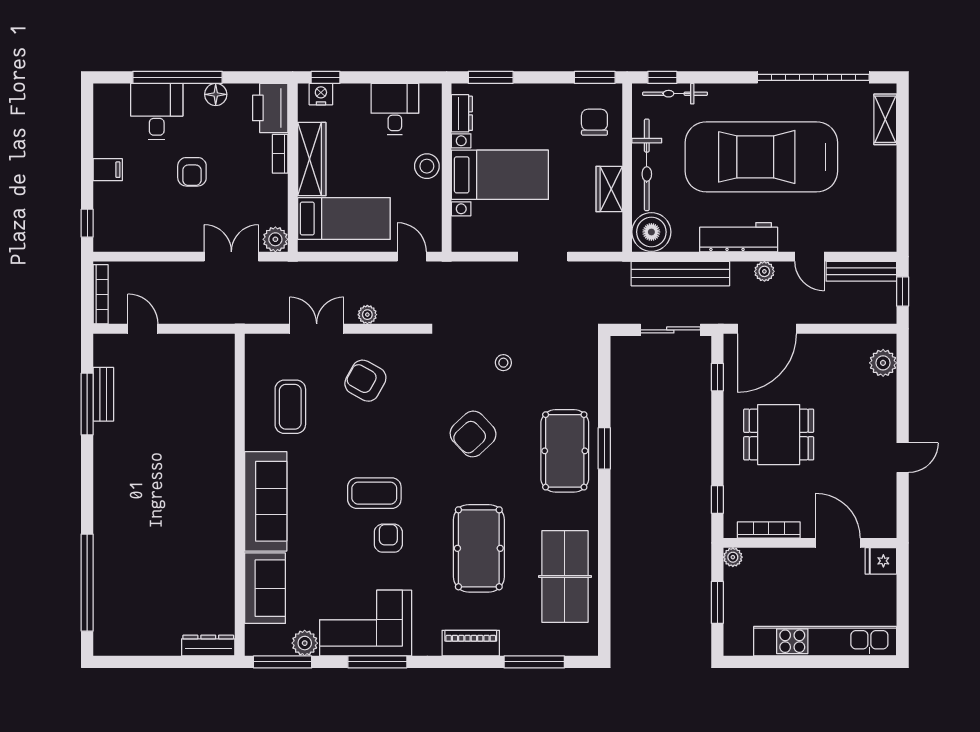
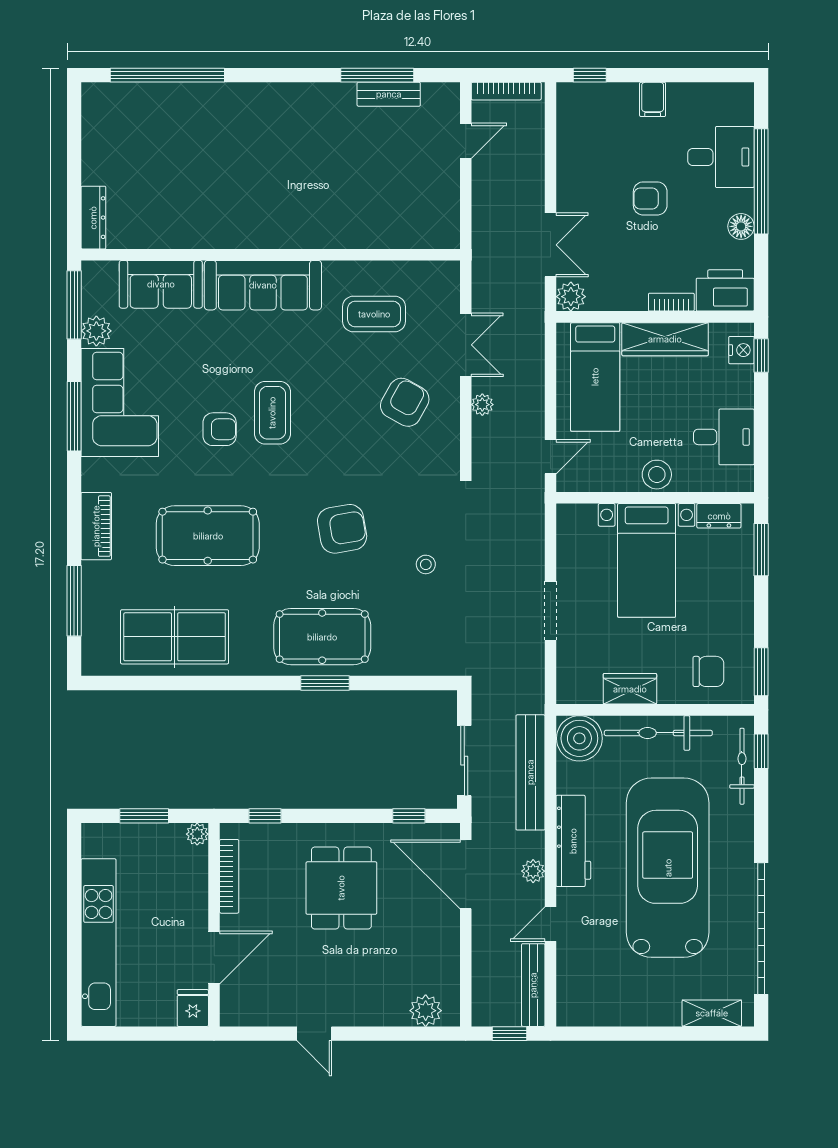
armchair: (473, 434) -> (342, 529), turned 123

